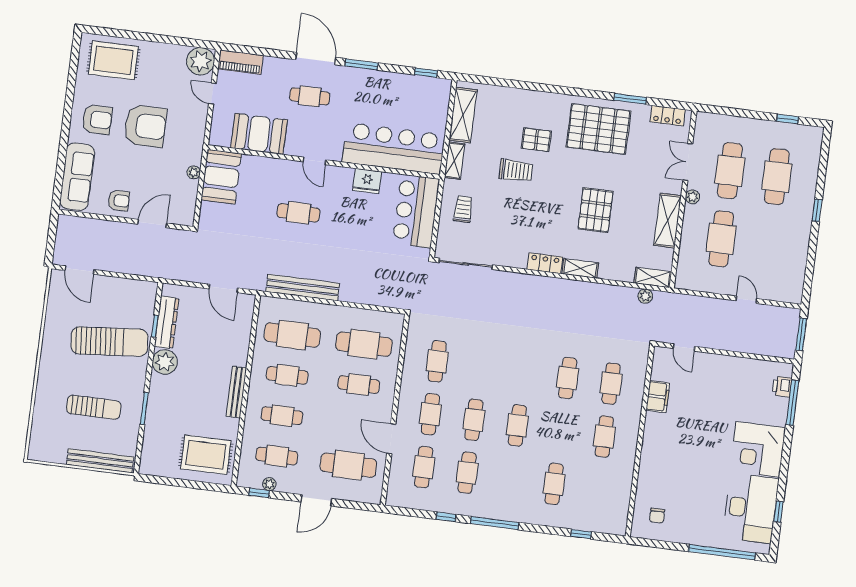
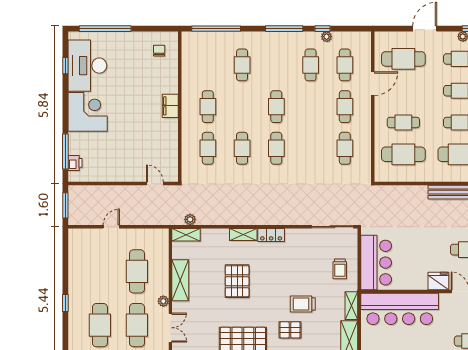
fridge: (367, 181) -> (438, 281), moved
door: (746, 300) -> (111, 227), swing flipped
filing cabinet: (658, 397) -> (170, 106), moved
cafe table: (474, 420) -> (276, 148), moved
door: (391, 439) -> (373, 84), hinge flipped
plant: (442, 506) -> (327, 37), added
window: (581, 534) -> (216, 29), width x3.17

